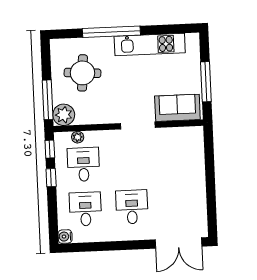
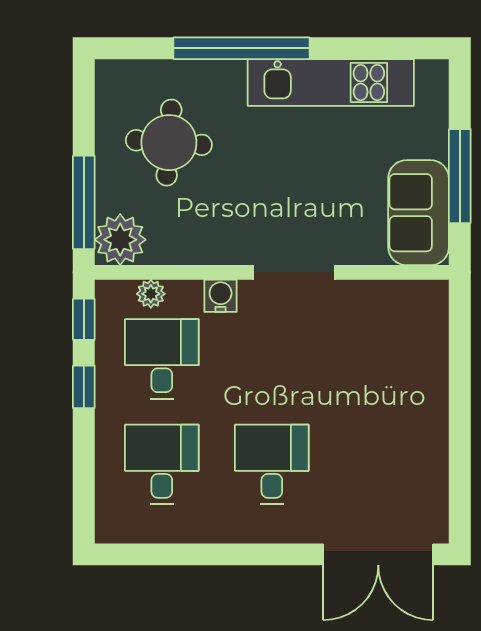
sofa: (177, 108) -> (419, 213), moved, turned -90
water cooler: (65, 237) -> (221, 296), moved, turned 90

